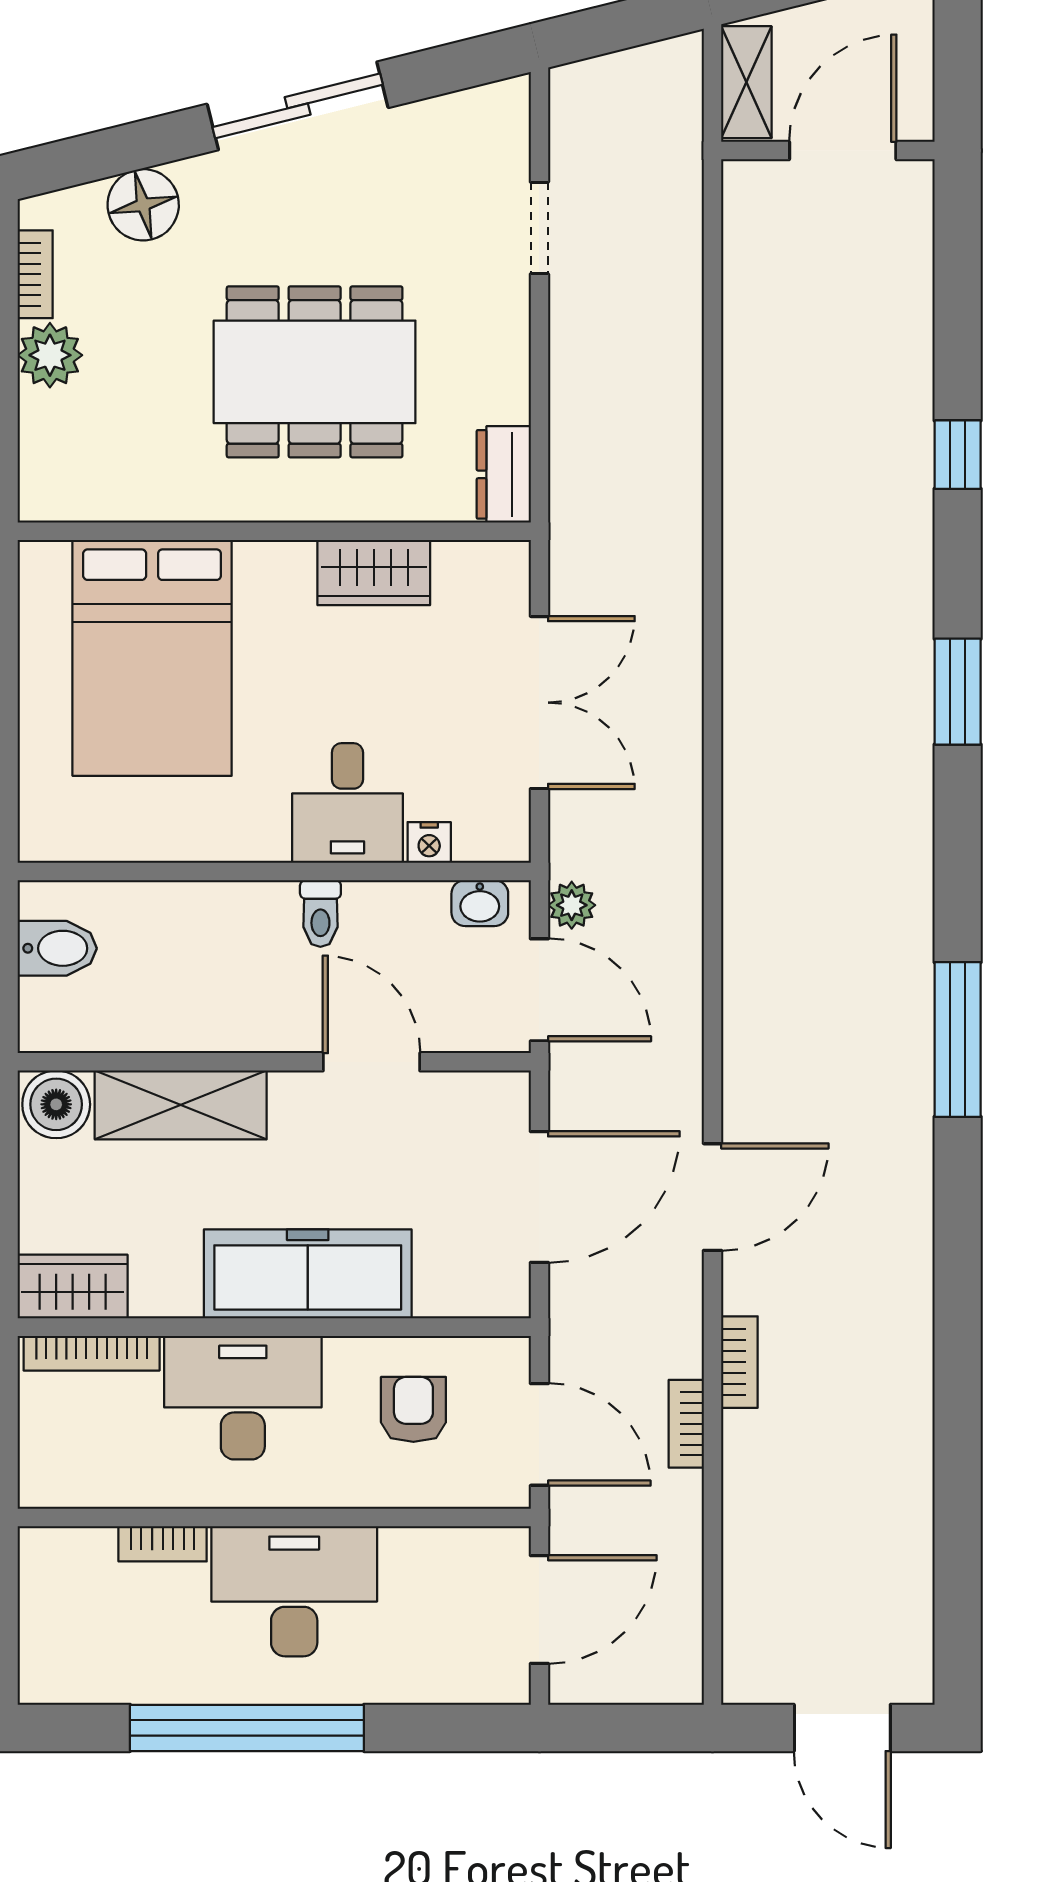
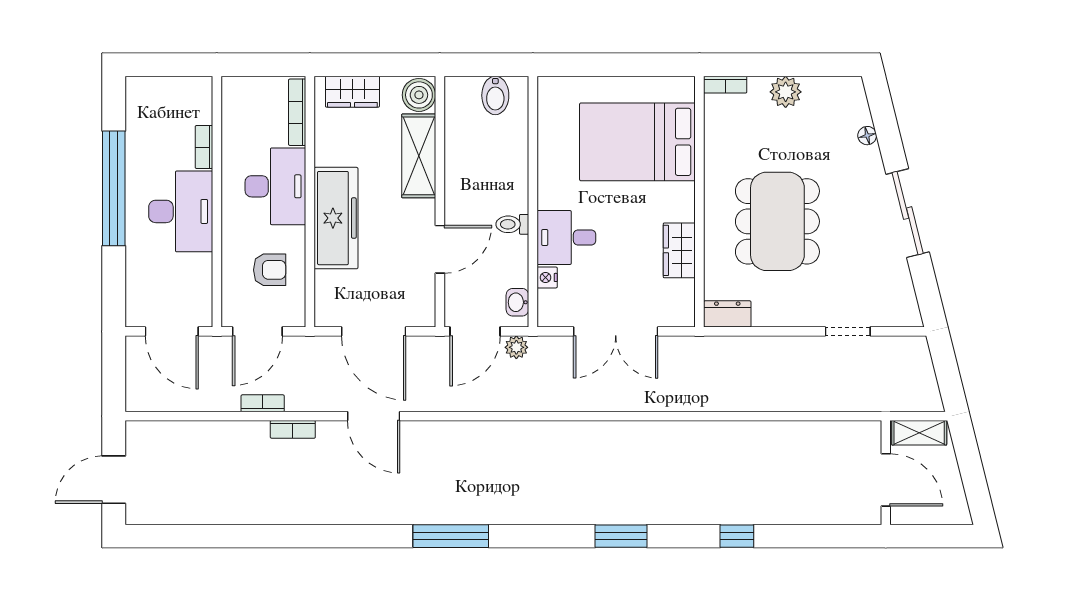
floor lamp: (143, 205) -> (867, 136), width x0.53, depth x0.53
bookcase: (35, 274) -> (725, 85), moved
wardrobe: (73, 1287) -> (352, 92), moved, turned 90

